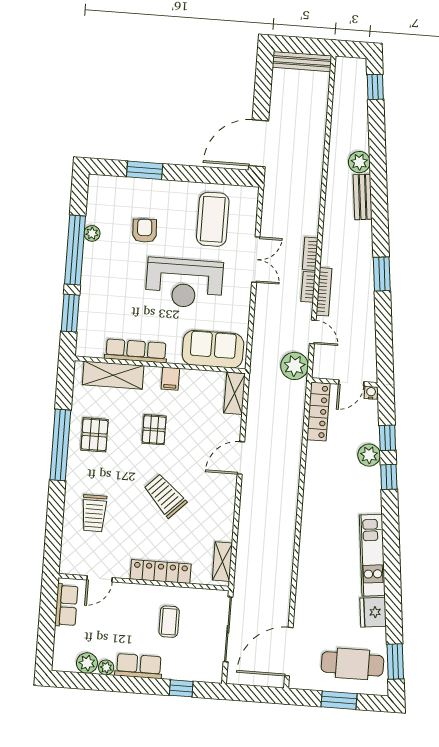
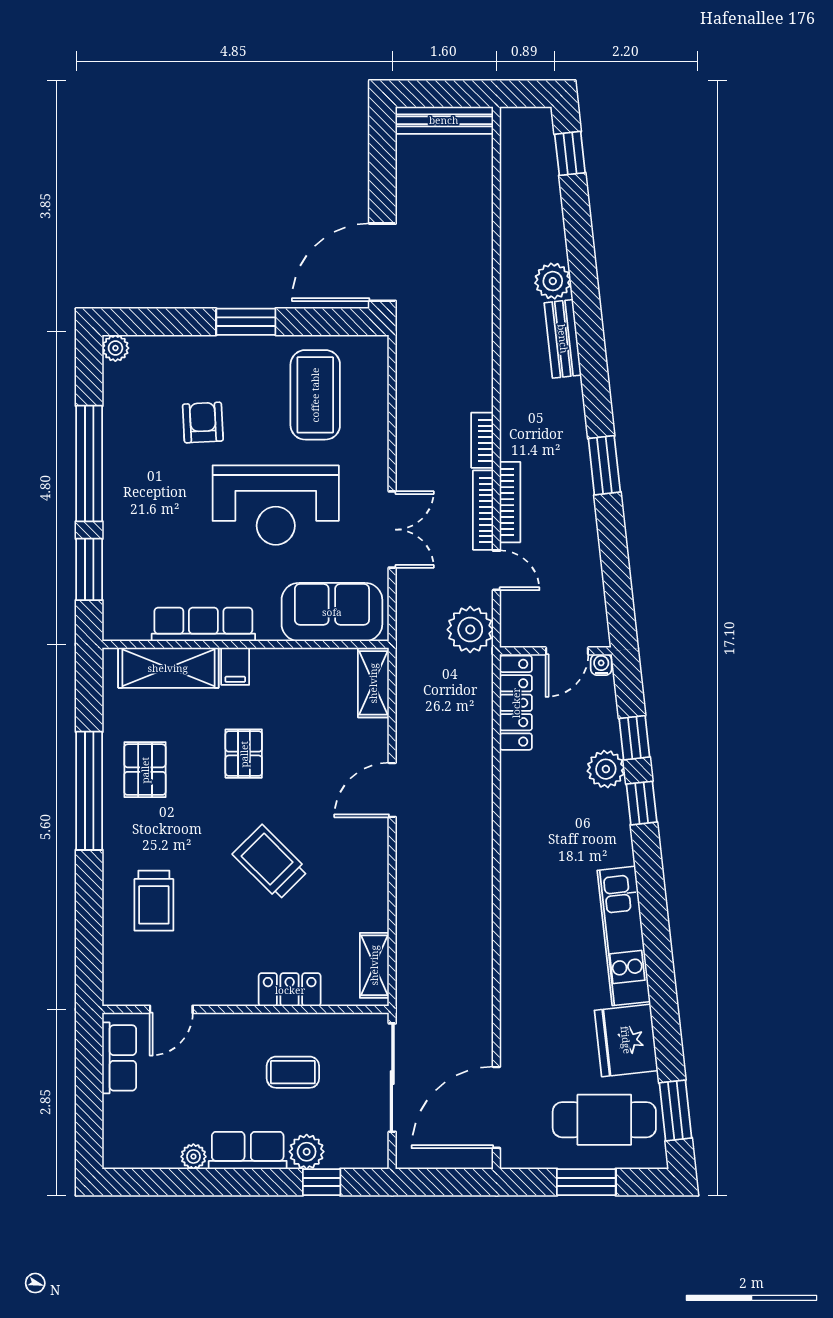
window: (145, 170) -> (246, 322), moved
plant: (92, 233) -> (115, 348), moved
double door: (256, 260) -> (392, 530), moved
bookcase: (308, 287) -> (483, 510), width x1.56
filing cabinet: (170, 379) -> (235, 666), moved
locker: (161, 572) -> (290, 990), width x0.66
fridge: (373, 612) -> (626, 1040), width x1.36, depth x1.34
coffee table: (169, 622) -> (293, 1072), turned 90
plant: (87, 663) -> (307, 1152), moved

